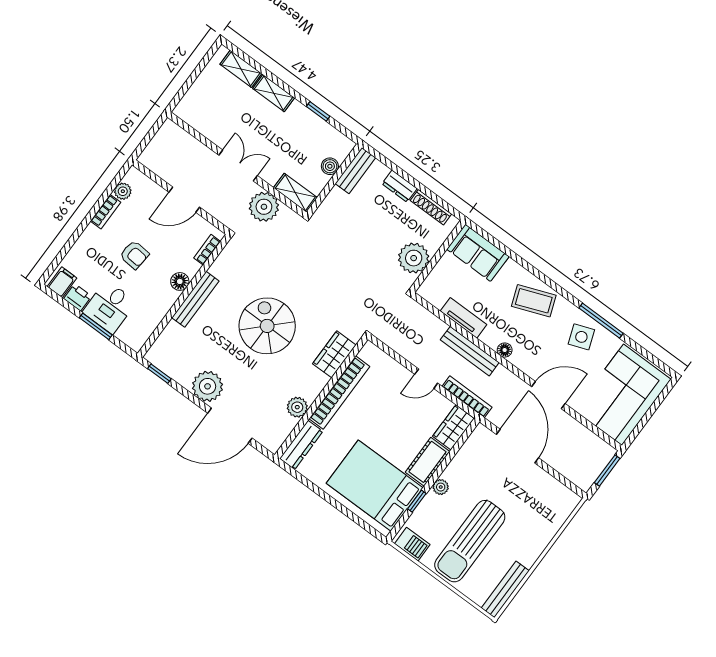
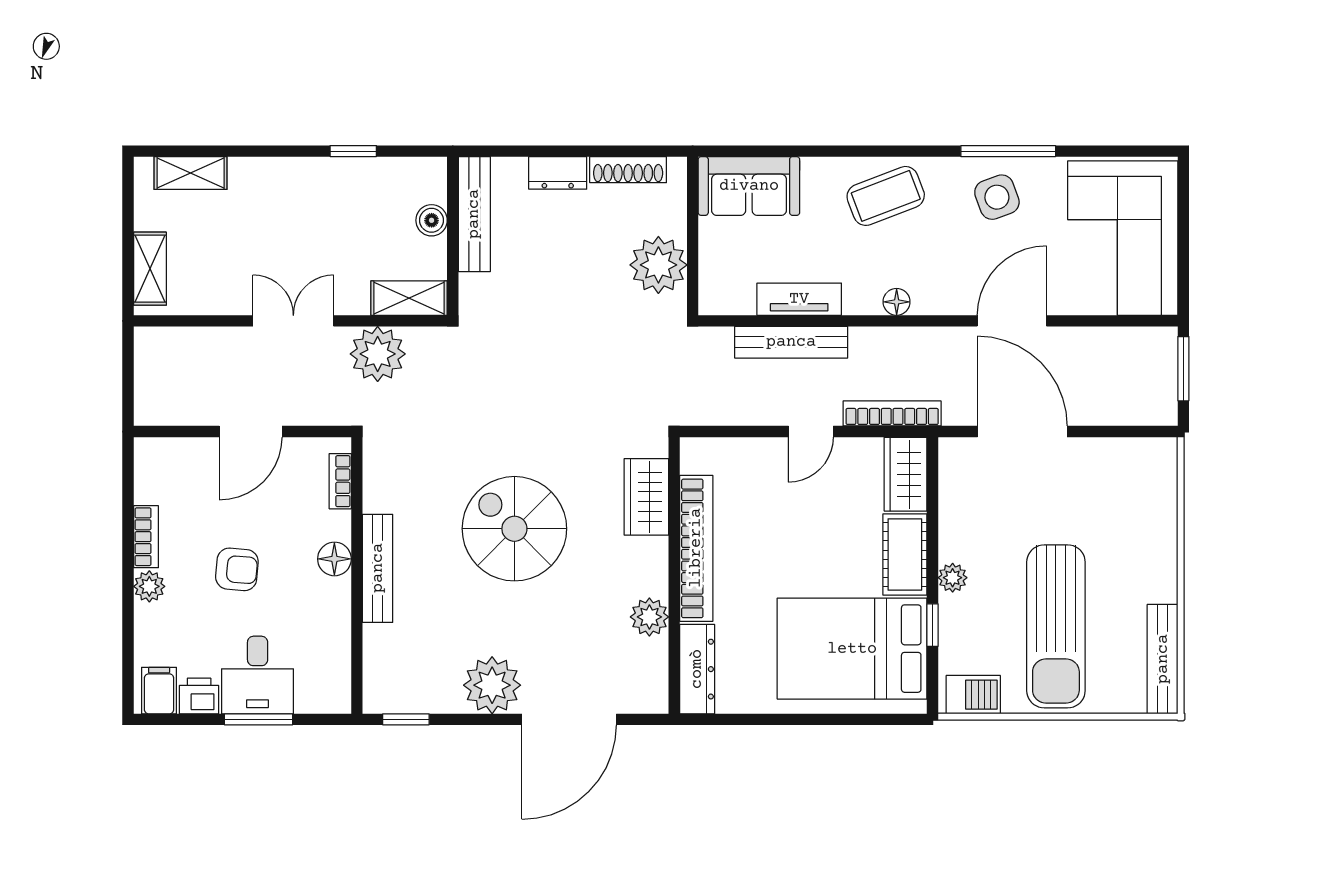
shelving: (274, 93) -> (150, 269), moved, turned 90
bench: (355, 171) -> (474, 214), width x1.36
plant: (123, 191) -> (149, 586), moved
bench: (470, 351) -> (791, 342), moved

